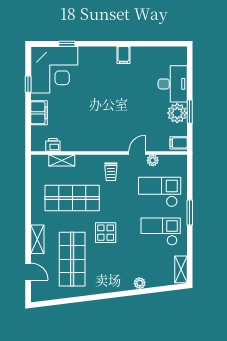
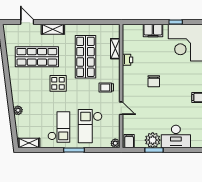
chair: (103, 112) -> (154, 81), added
printer: (53, 145) -> (128, 60), moved
plant: (153, 160) -> (115, 143), moved
checkout: (160, 192) -> (90, 126), turned 180
door: (28, 272) -> (27, 22), swing flipped

